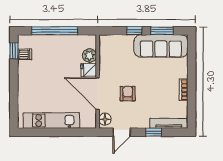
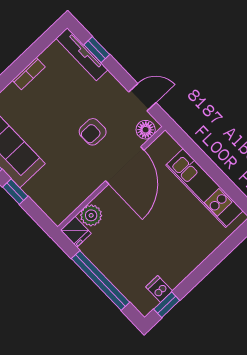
fridge: (89, 70) -> (76, 232), moved
window: (154, 132) -> (97, 50), moved

